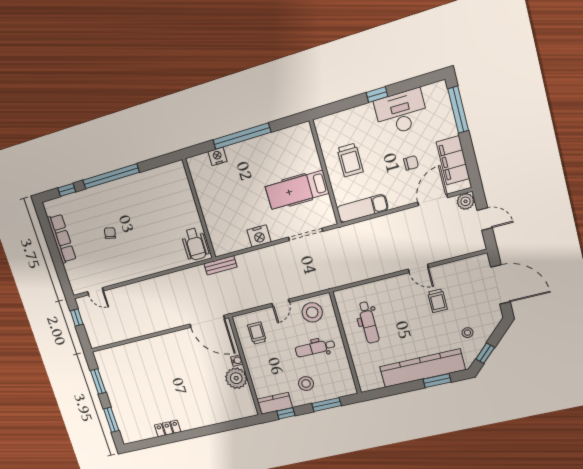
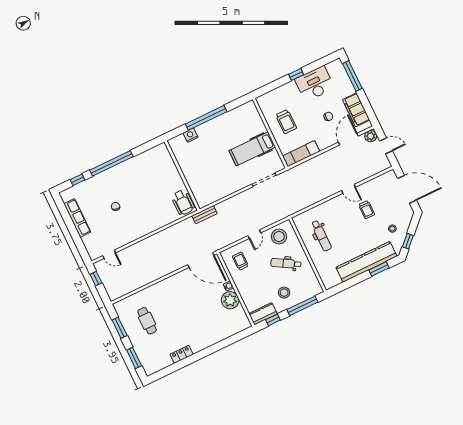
nightstand: (259, 236) -> (230, 187), removed
dental chair: (315, 348) -> (286, 263), turned 30
cafe table: (132, 380) -> (147, 321), added
window: (327, 405) -> (302, 306), width x1.44

